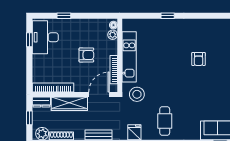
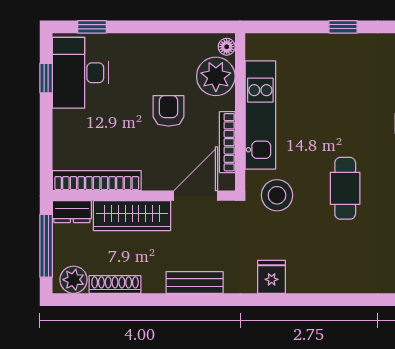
window: (64, 16) -> (92, 27), moved
plant: (113, 35) -> (216, 76), width x1.87, depth x1.87
armchair: (86, 55) -> (169, 111), turned -90
window: (29, 118) -> (46, 246), width x2.17
cafe table: (165, 121) -> (345, 188), moved

